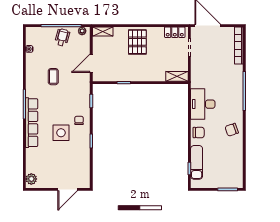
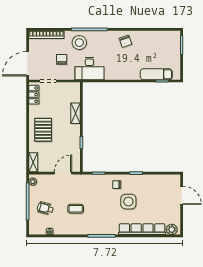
wheelchair: (62, 37) -> (45, 208), moved
pallet: (137, 42) -> (43, 130), turned 90
door: (91, 63) -> (63, 173), swing flipped
shelving: (177, 76) -> (75, 113), moved
stool: (230, 81) -> (79, 43), added
desk: (203, 104) -> (89, 68), moved
row of seats: (32, 123) -> (142, 229), moved
chair: (199, 133) -> (62, 59), moved

